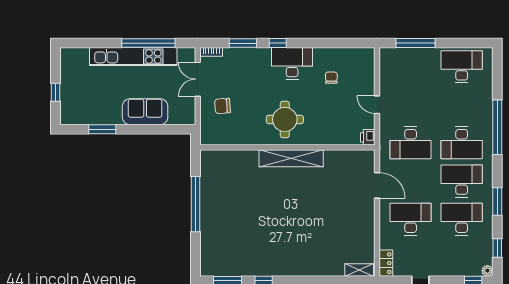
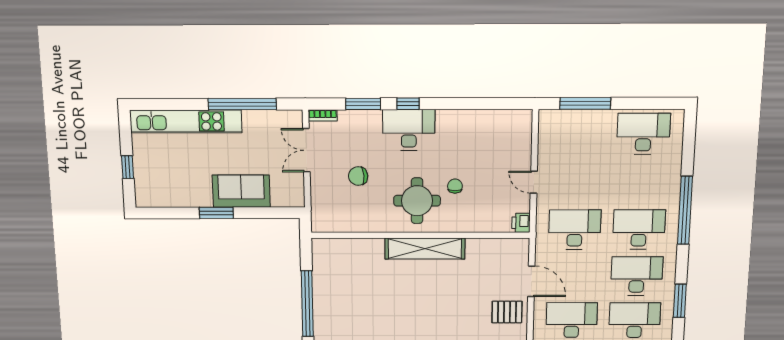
kitchen unit: (133, 57) -> (186, 122), moved
desk: (292, 63) -> (409, 130), moved
chair: (331, 78) -> (455, 186), moved
chair: (223, 106) -> (358, 176), moved
window: (102, 129) -> (216, 213), moved
desk: (411, 143) -> (575, 230), turned 180
desk: (462, 143) -> (639, 230), turned 180
pallet: (358, 211) -> (507, 312), added

